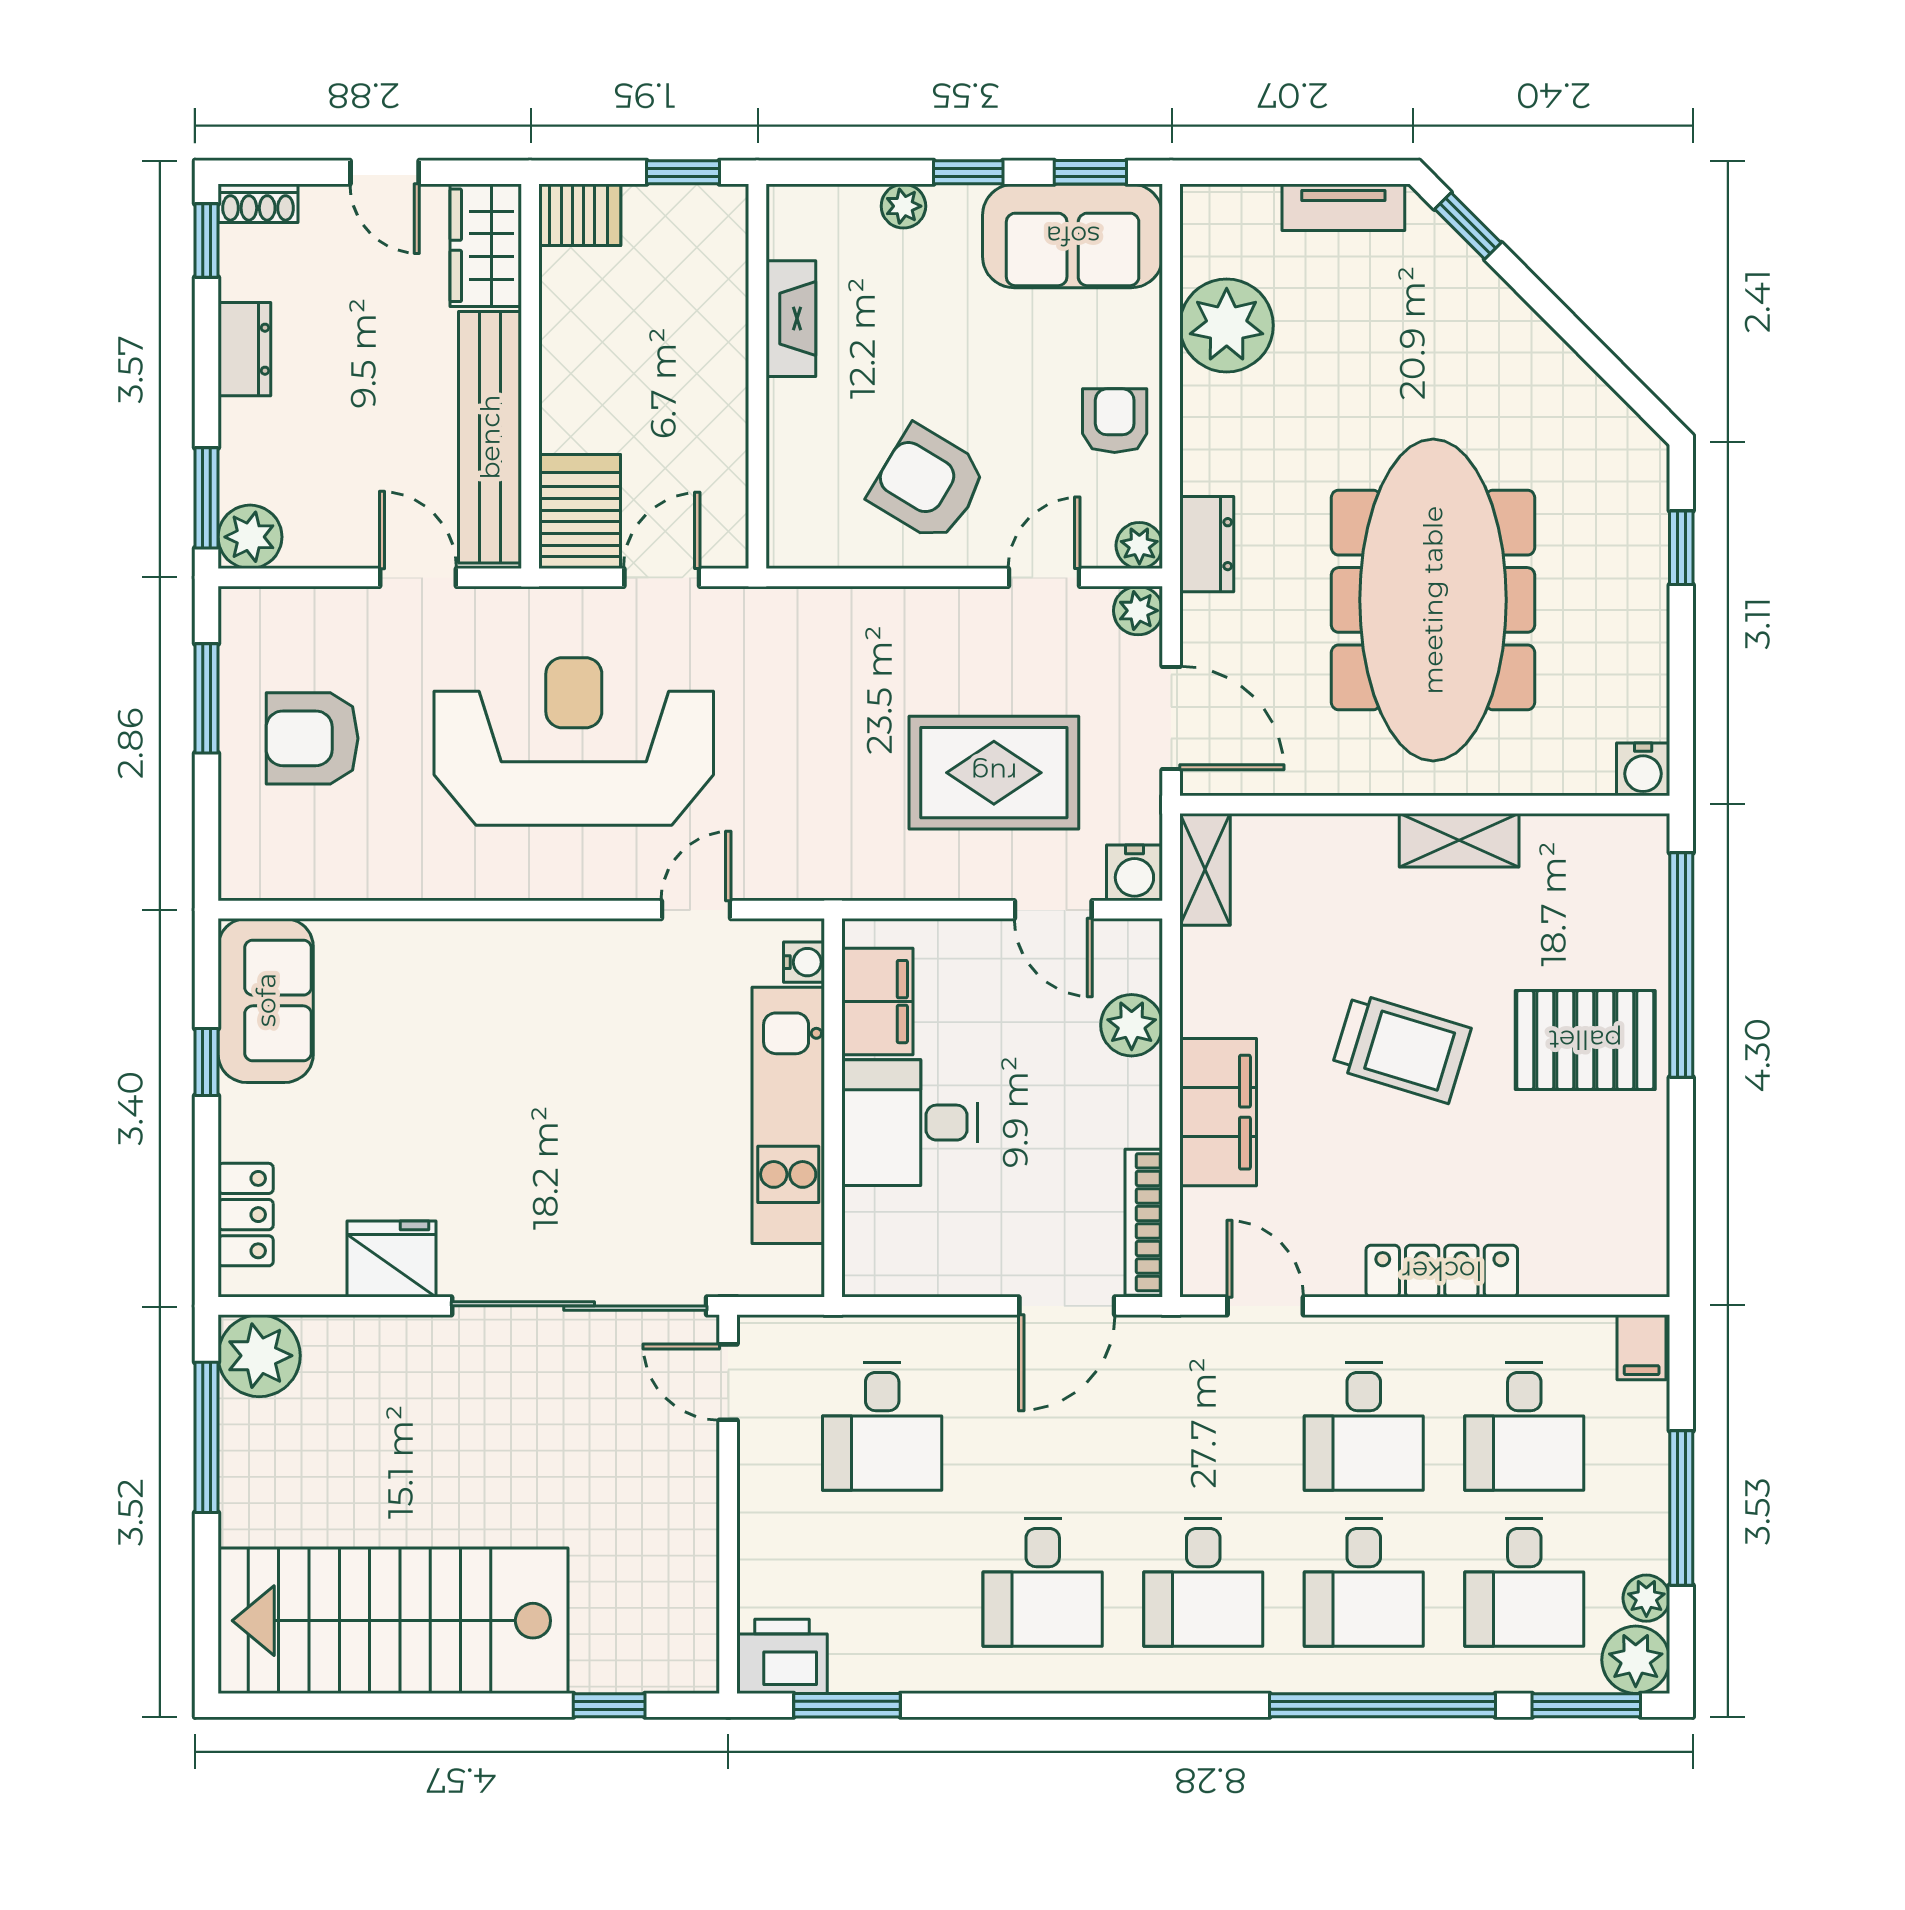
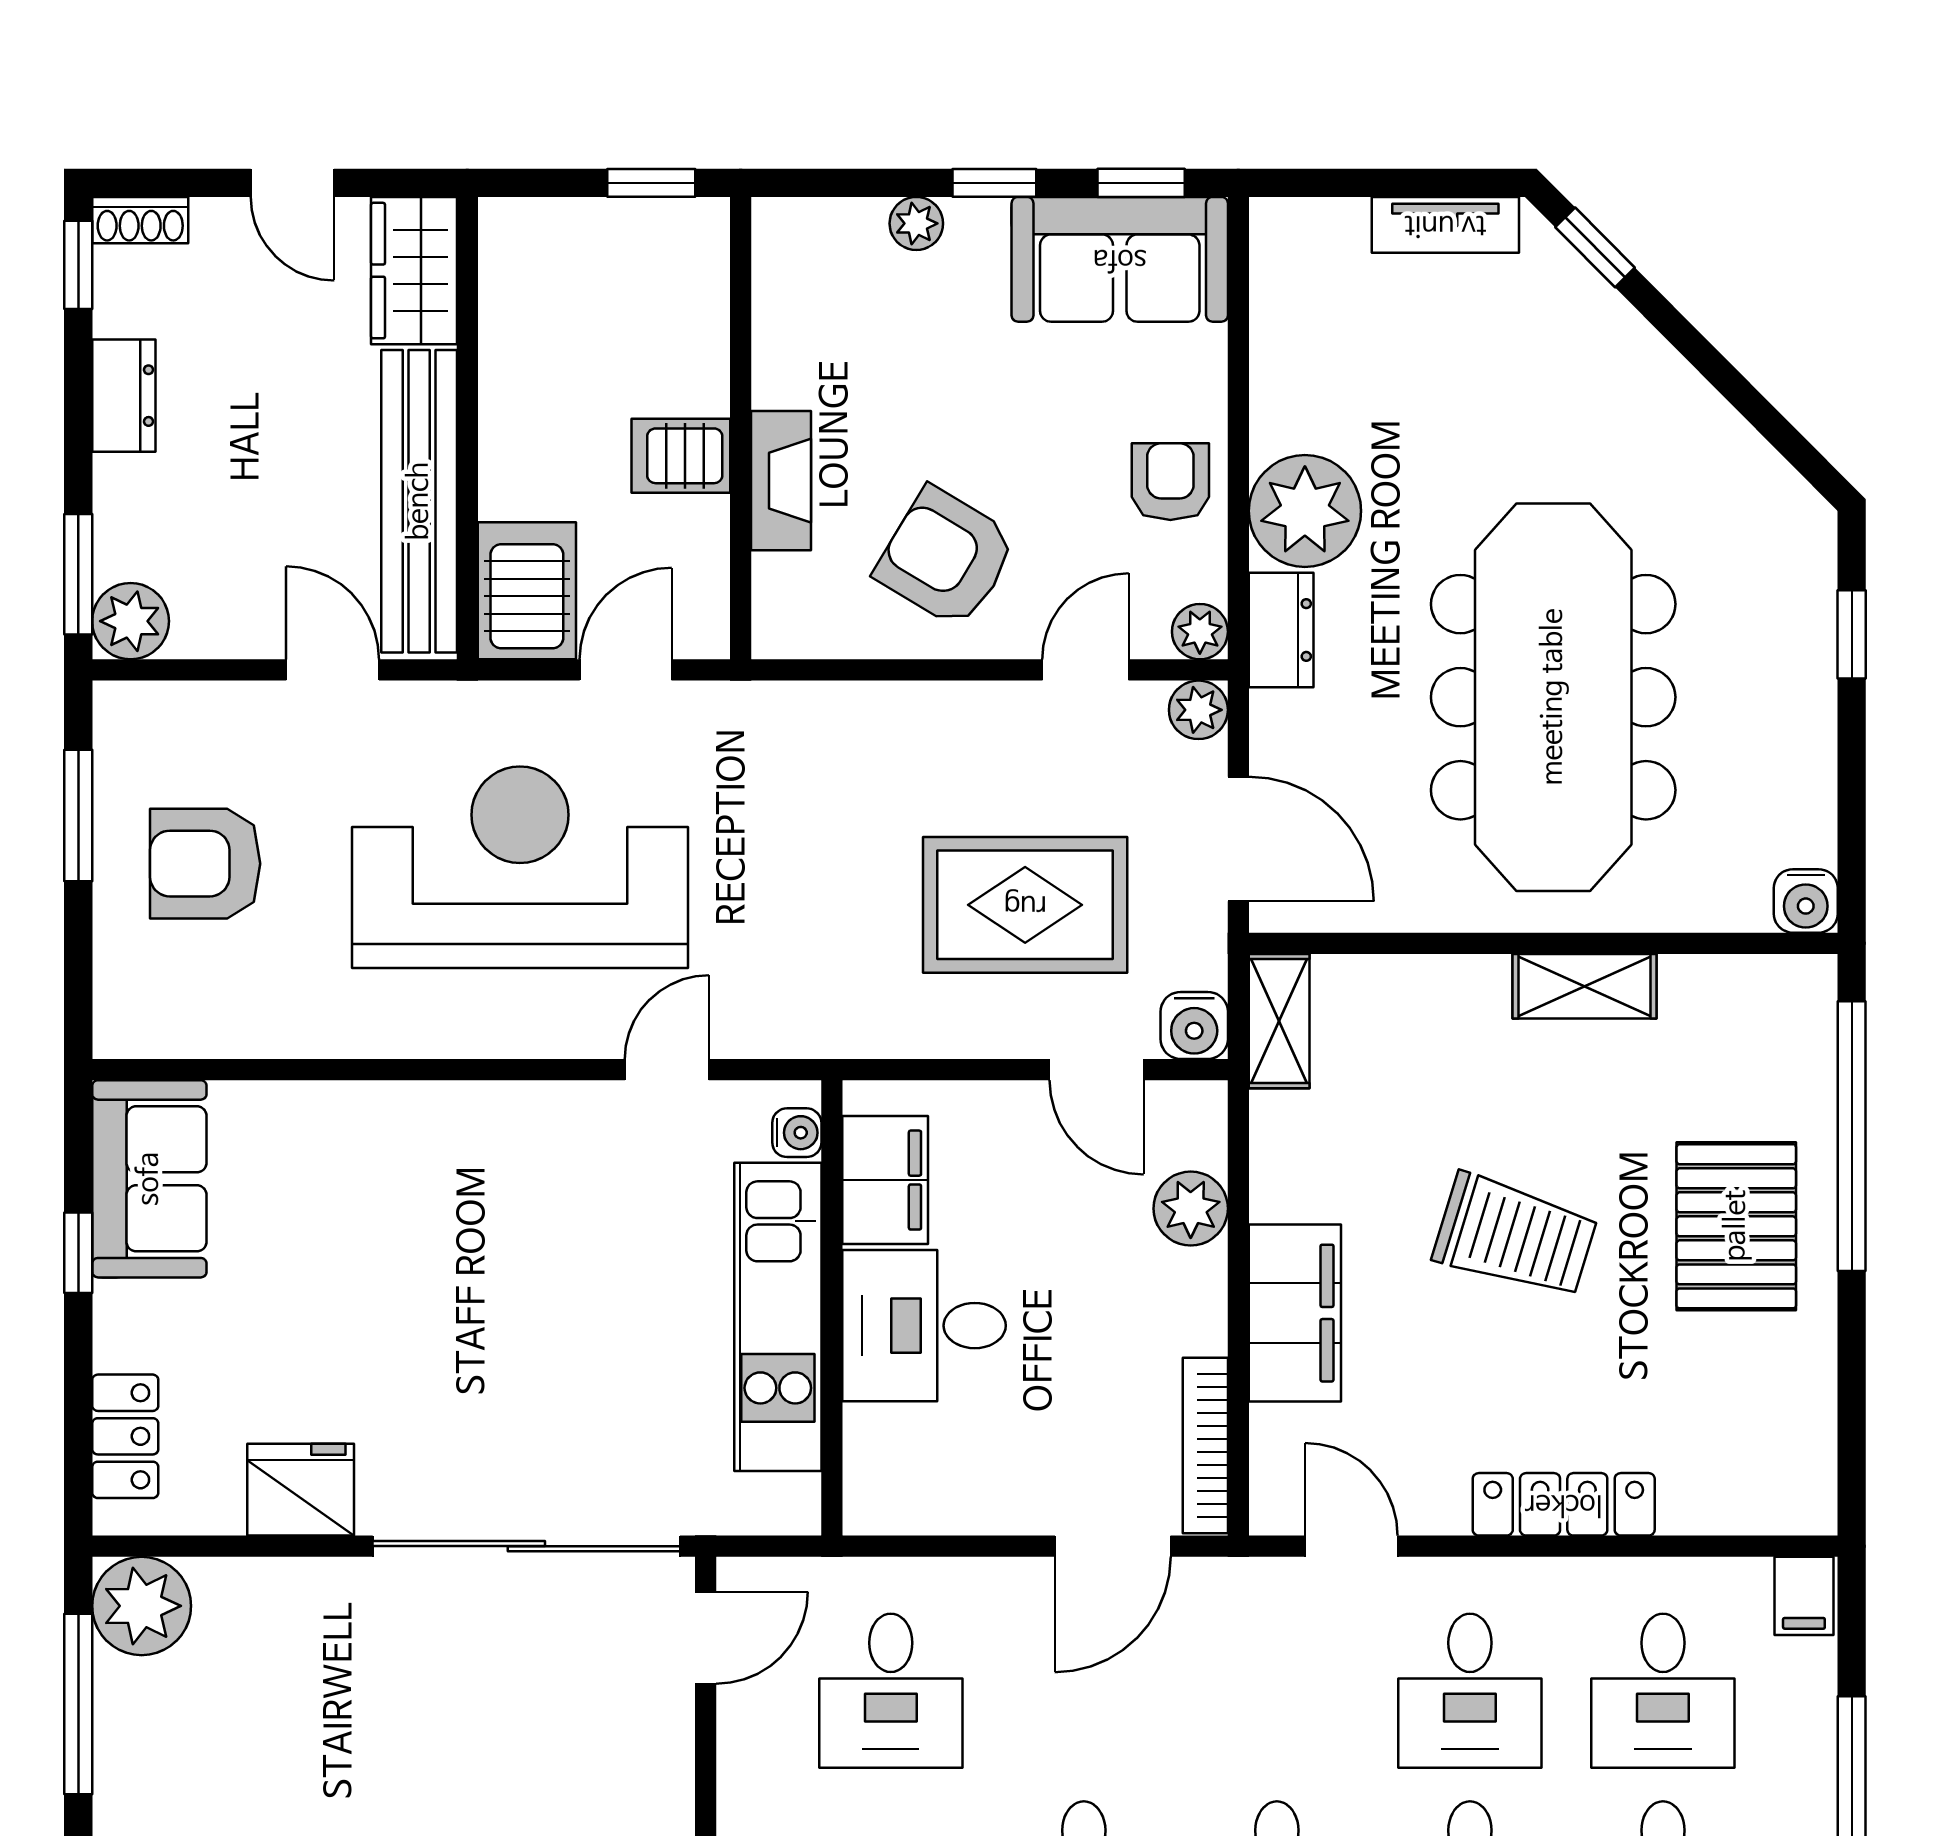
server rack: (580, 215) -> (681, 456), moved, turned 180
fireplace: (791, 319) -> (781, 481), moved
plant: (1227, 325) -> (1305, 511), moved
pallet: (1585, 1040) -> (1736, 1226), turned 90
door: (728, 1382) -> (706, 1638), swing flipped

